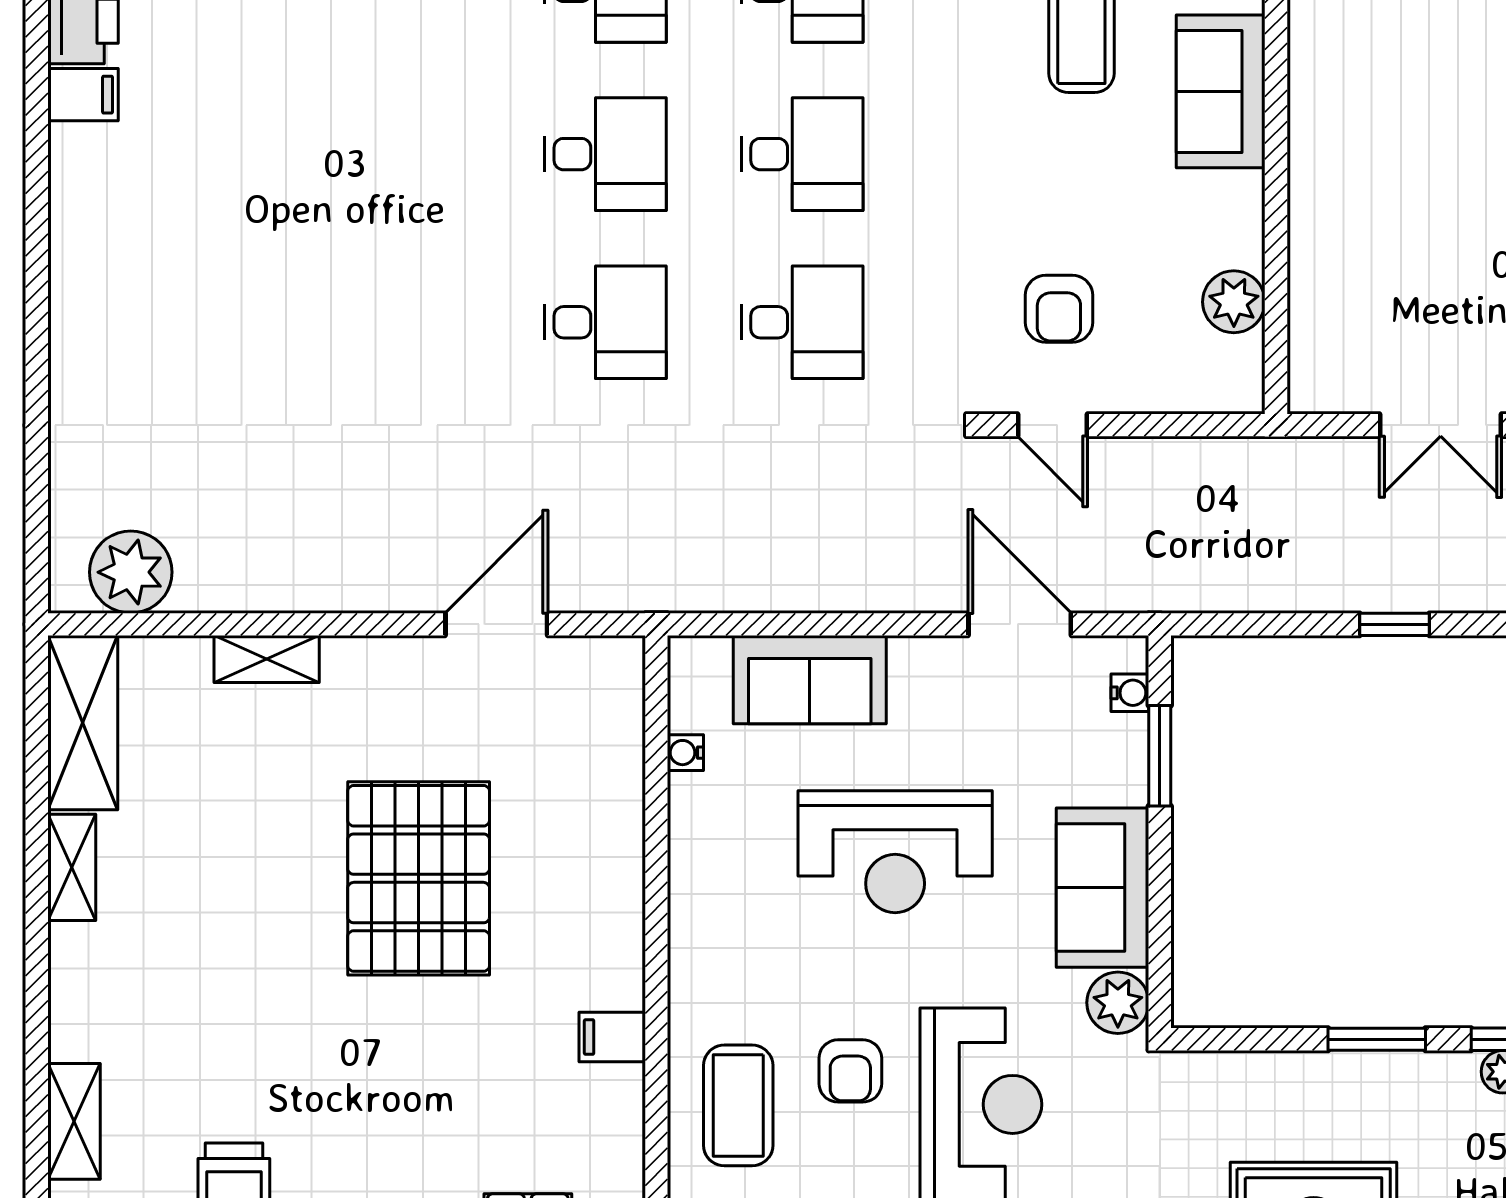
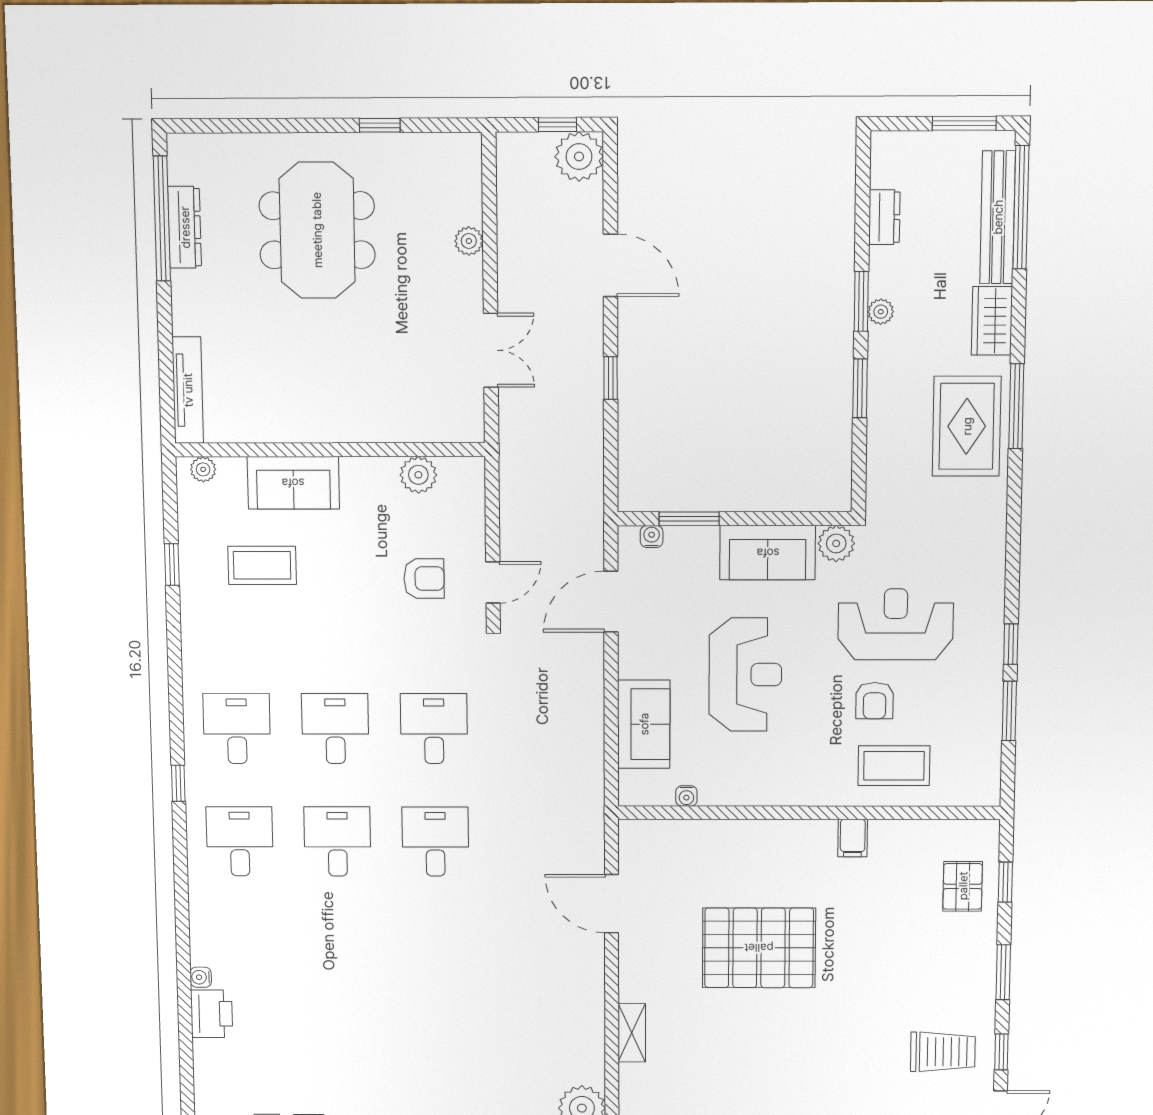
armchair: (850, 1071) -> (875, 701), turned 90

